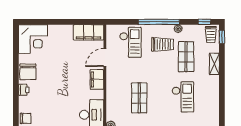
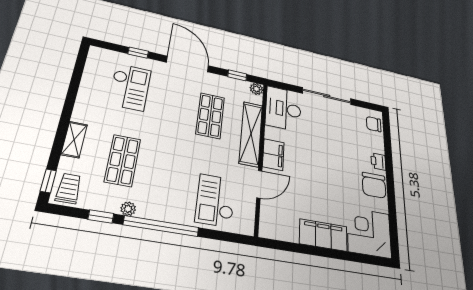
window: (205, 22) -> (101, 217), moved
filing cabinet: (88, 32) -> (323, 235), moved
trolley: (163, 44) -> (161, 187), removed
chair: (28, 72) -> (374, 185), turned 180
shelving: (112, 91) -> (251, 134), added
checkout: (183, 97) -> (130, 87), moved, turned 180

